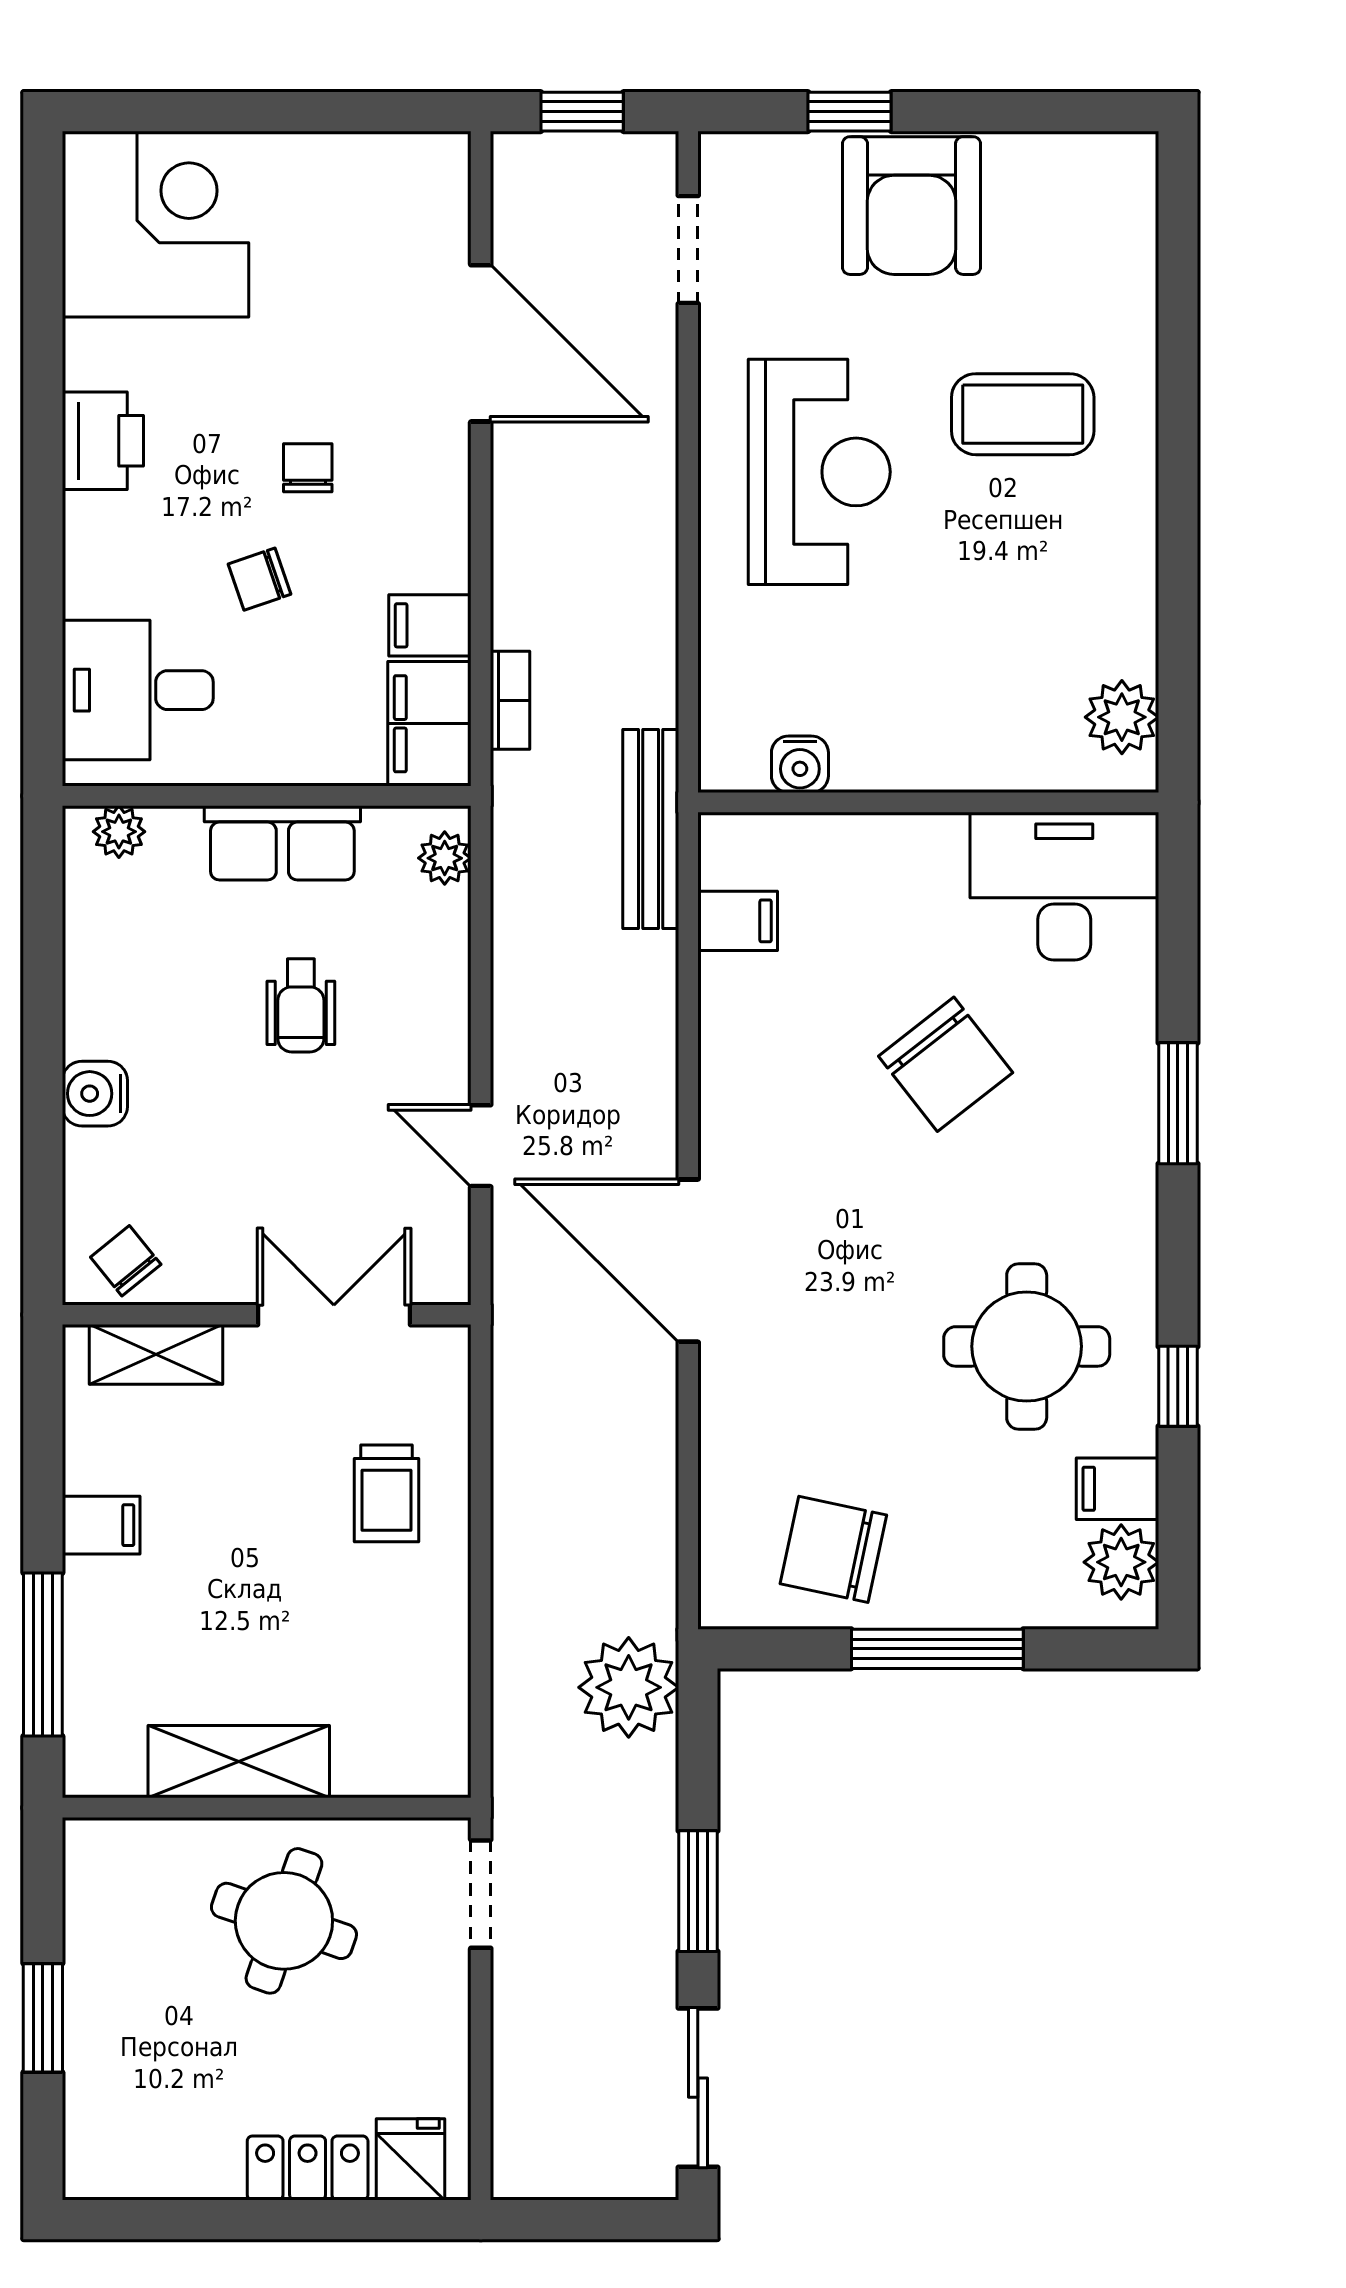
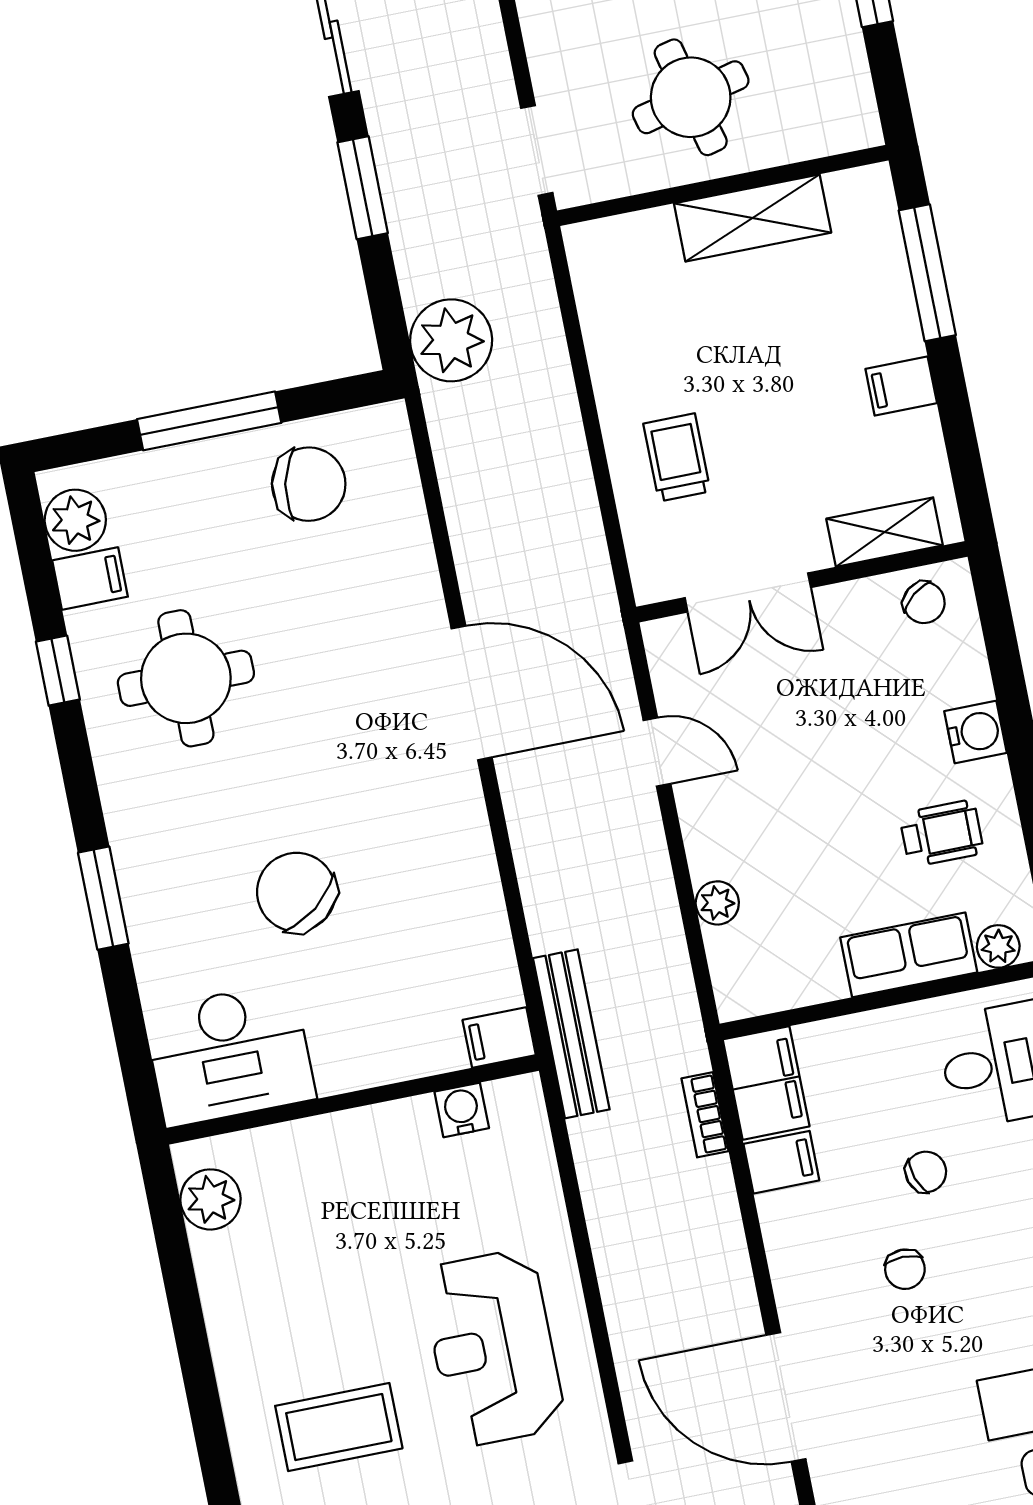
row of seats: (282, 843) -> (909, 955), moved
plant: (445, 858) -> (717, 903), moved
filing cabinet: (738, 921) -> (499, 1038), moved
wheelchair: (301, 1005) -> (942, 833), moved, turned 90
round table: (284, 1921) -> (691, 97), turned -33

